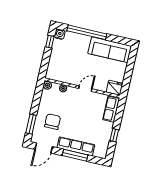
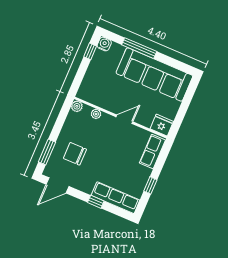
window: (87, 32) -> (139, 48), width x0.68
sofa: (110, 50) -> (154, 74), width x1.36, depth x1.27
chair: (53, 122) -> (75, 154), turned -90
row of seats: (76, 146) -> (115, 198), moved
window: (75, 155) -> (96, 202), width x0.46

